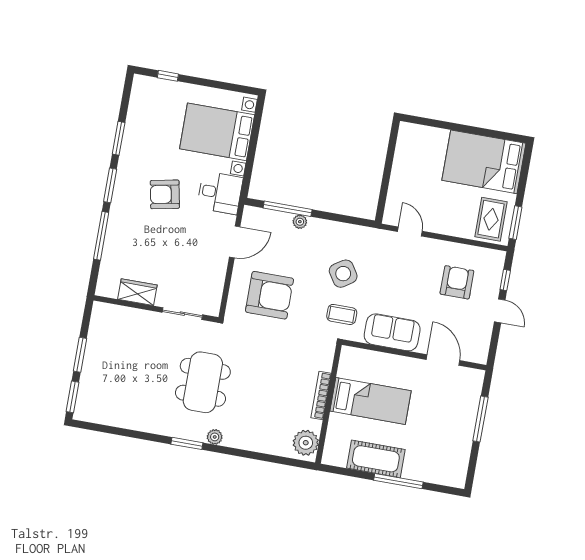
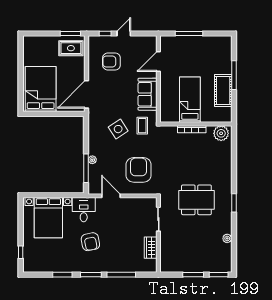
bed: (484, 162) -> (41, 89), moved, turned 180
door: (410, 231) -> (87, 94), width x1.88
plant: (215, 437) -> (227, 238), moved

